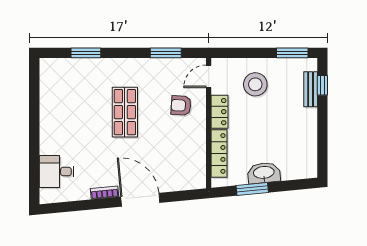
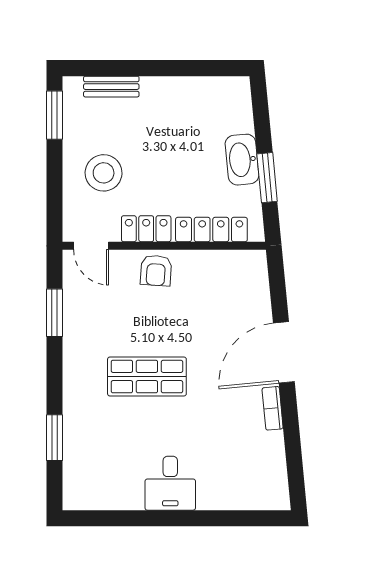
window: (322, 85) -> (105, 68), removed
armchair: (181, 105) -> (156, 271), moved
desk: (57, 171) -> (170, 483), moved

